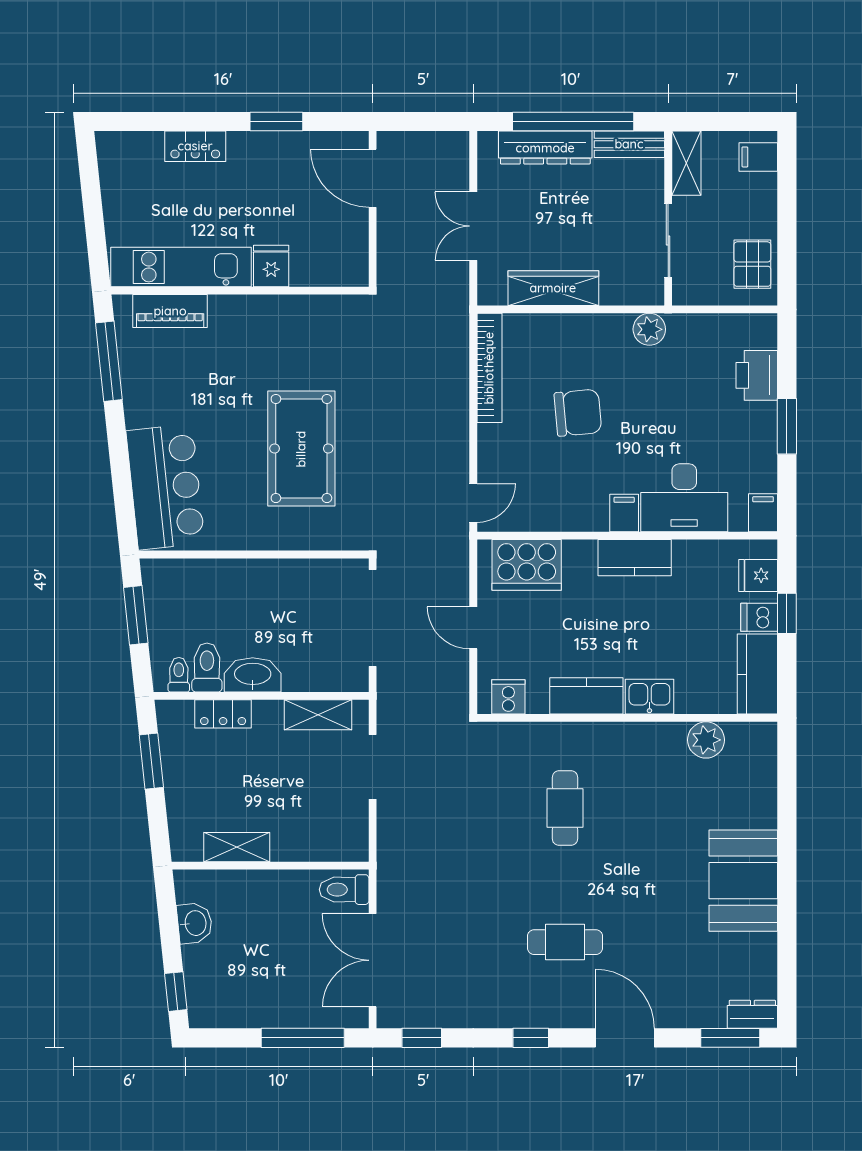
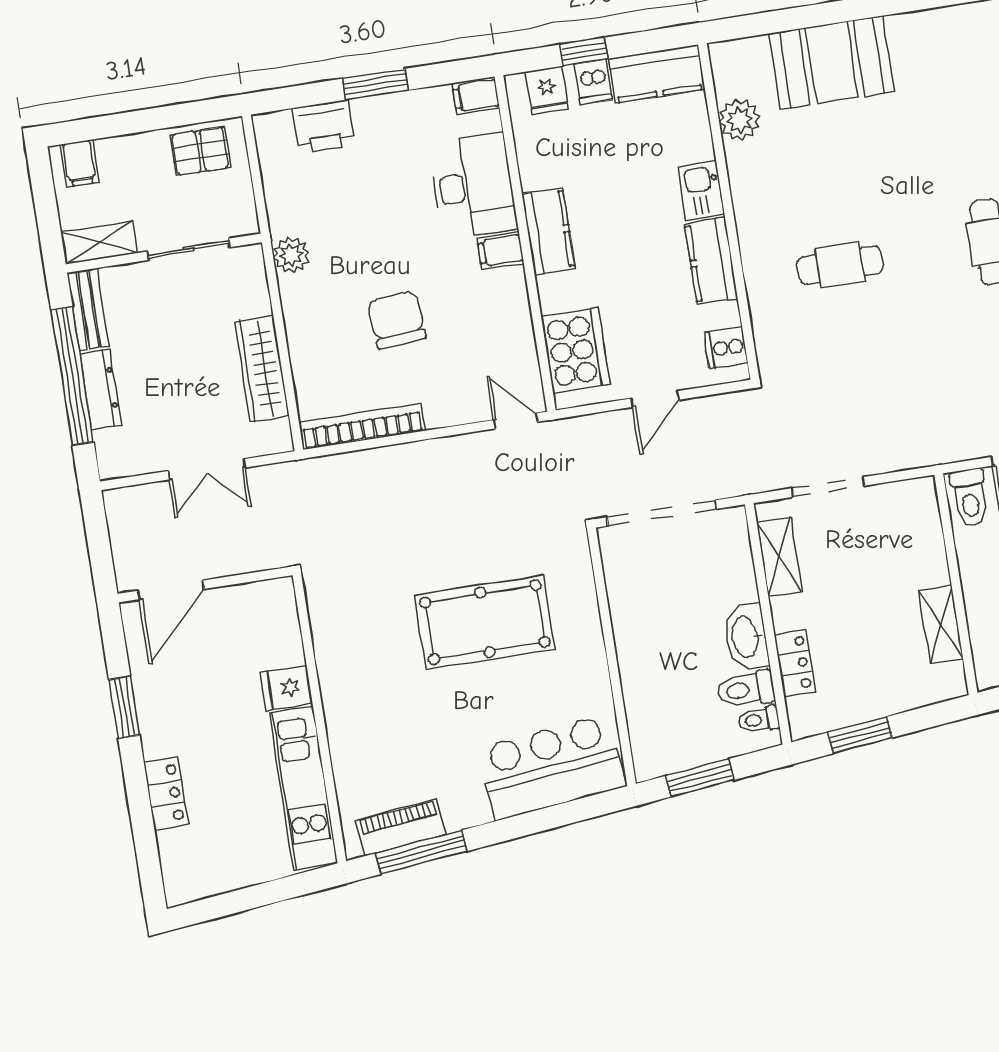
dresser: (545, 148) -> (101, 389), width x0.73, depth x0.80
piano: (170, 311) -> (401, 827), moved, turned -96
booth: (743, 881) -> (832, 63), moved

